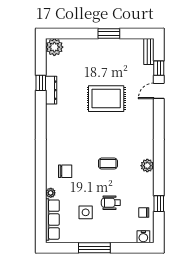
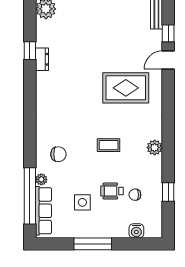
dresser: (51, 90) -> (42, 59), width x0.70
rug: (106, 99) -> (126, 88), moved
window: (41, 207) -> (30, 196), added
chair: (144, 212) -> (135, 195), moved
water cooler: (143, 237) -> (136, 231), moved

